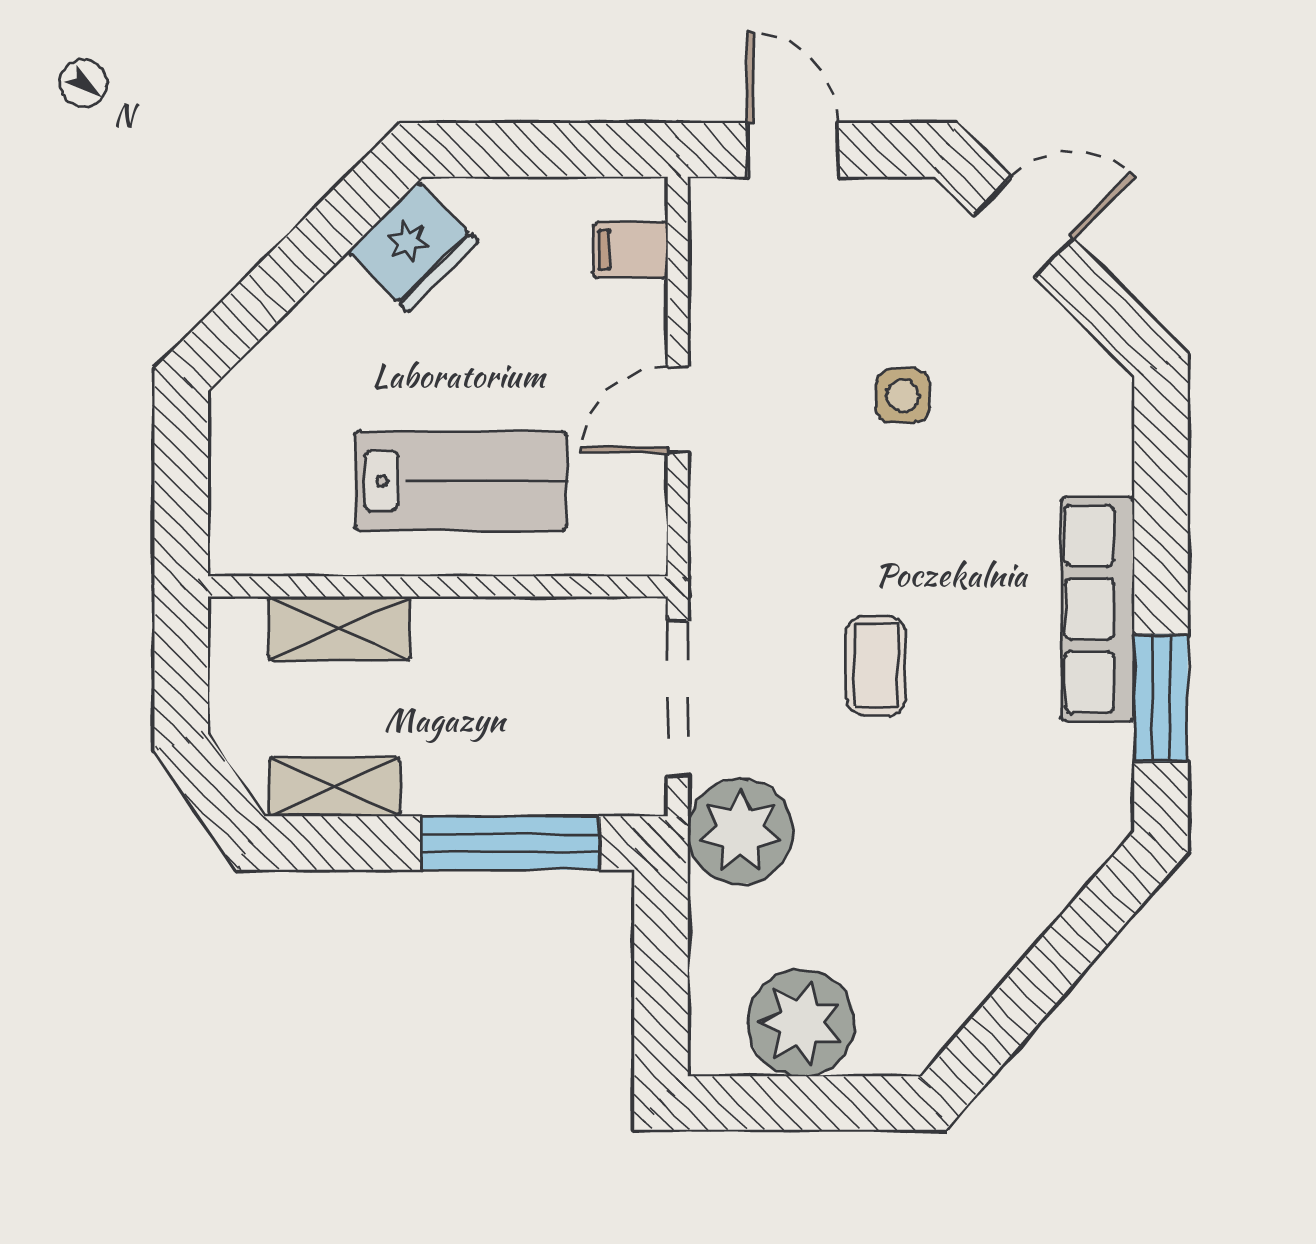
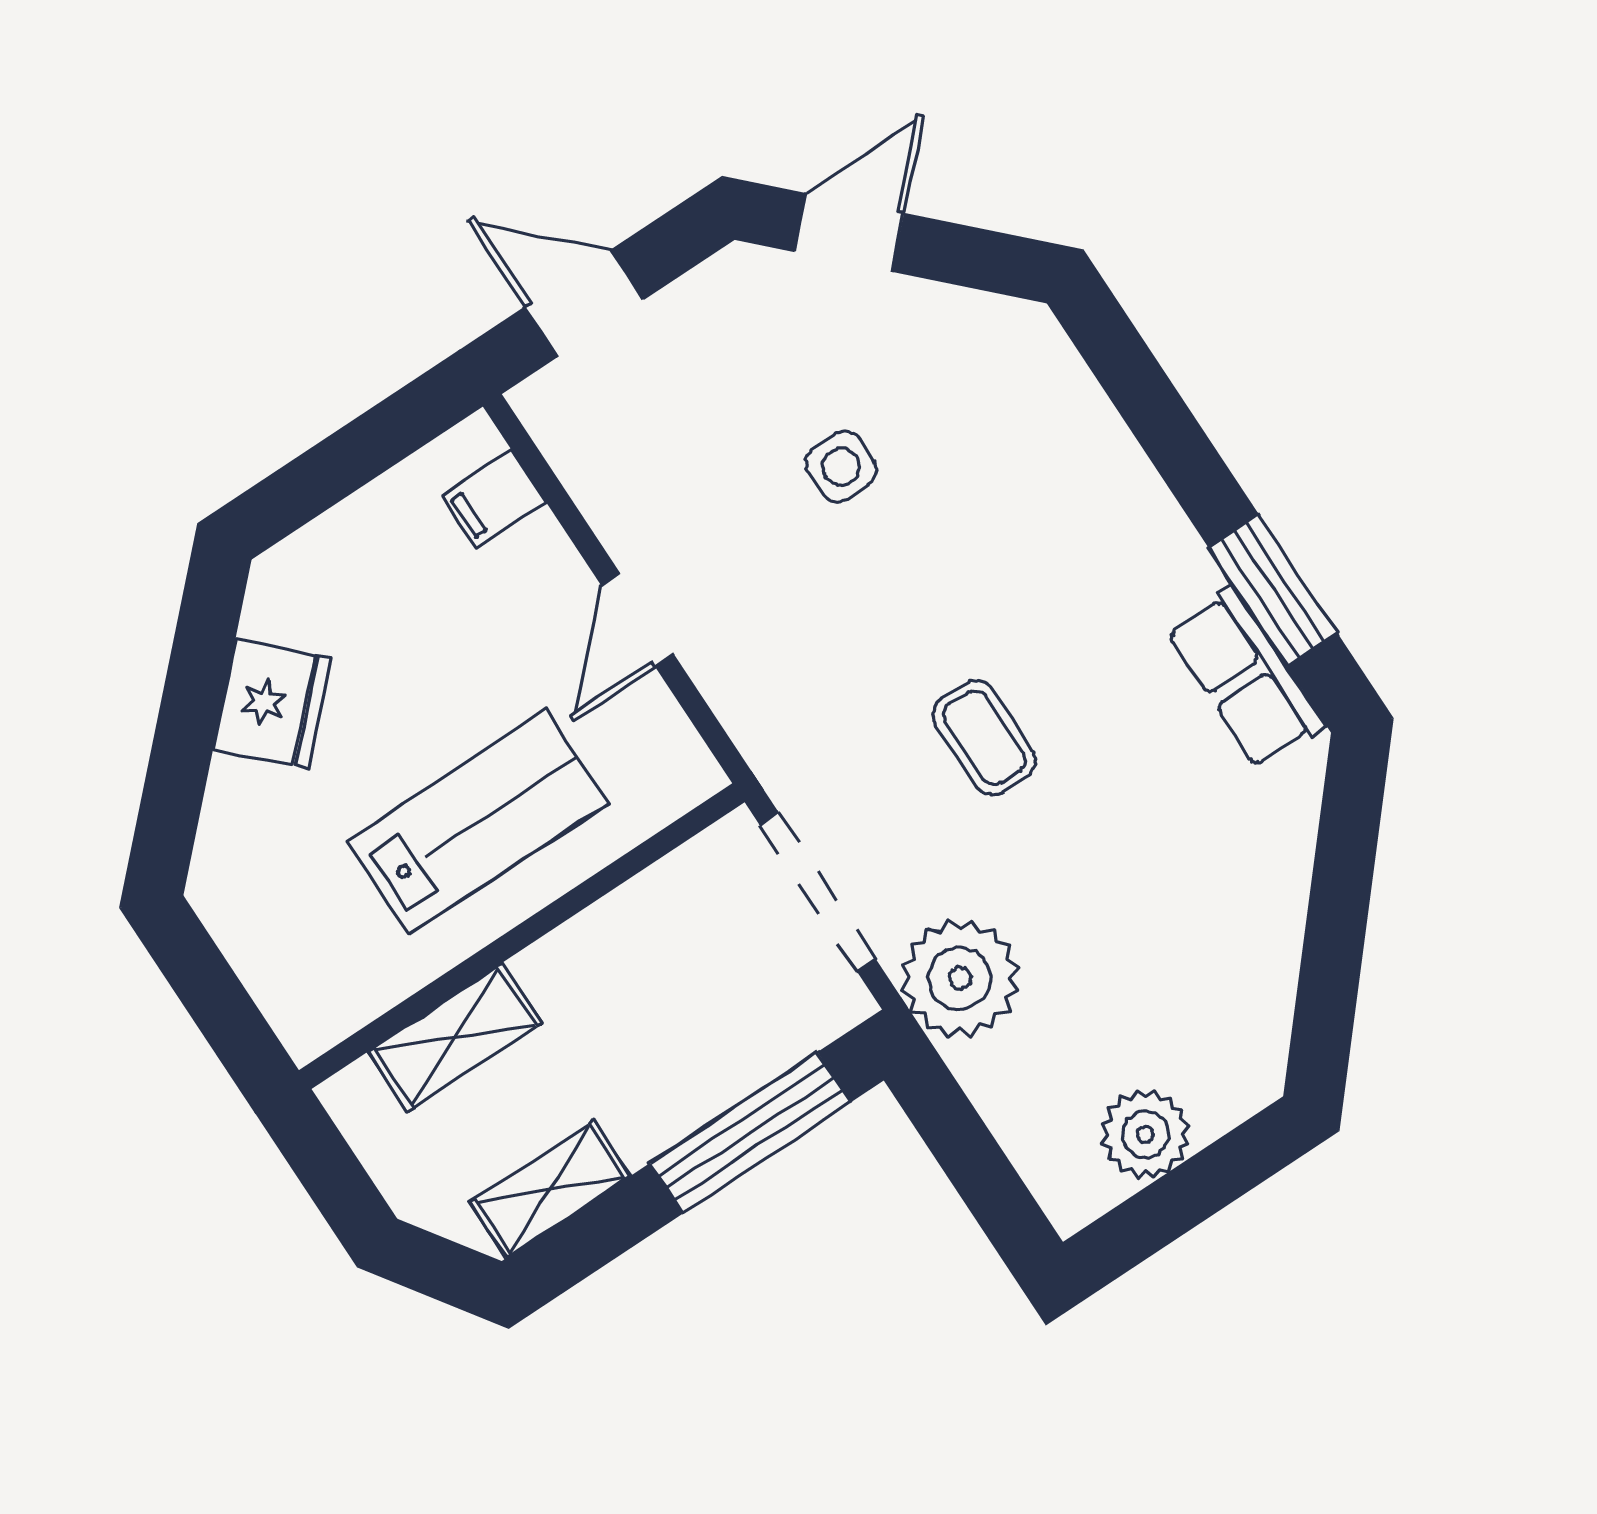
fridge: (413, 247) -> (272, 704), moved
row of seats: (1098, 609) -> (1246, 678), moved, width x0.68
plant: (801, 1023) -> (1145, 1134), width x0.73, depth x0.73

